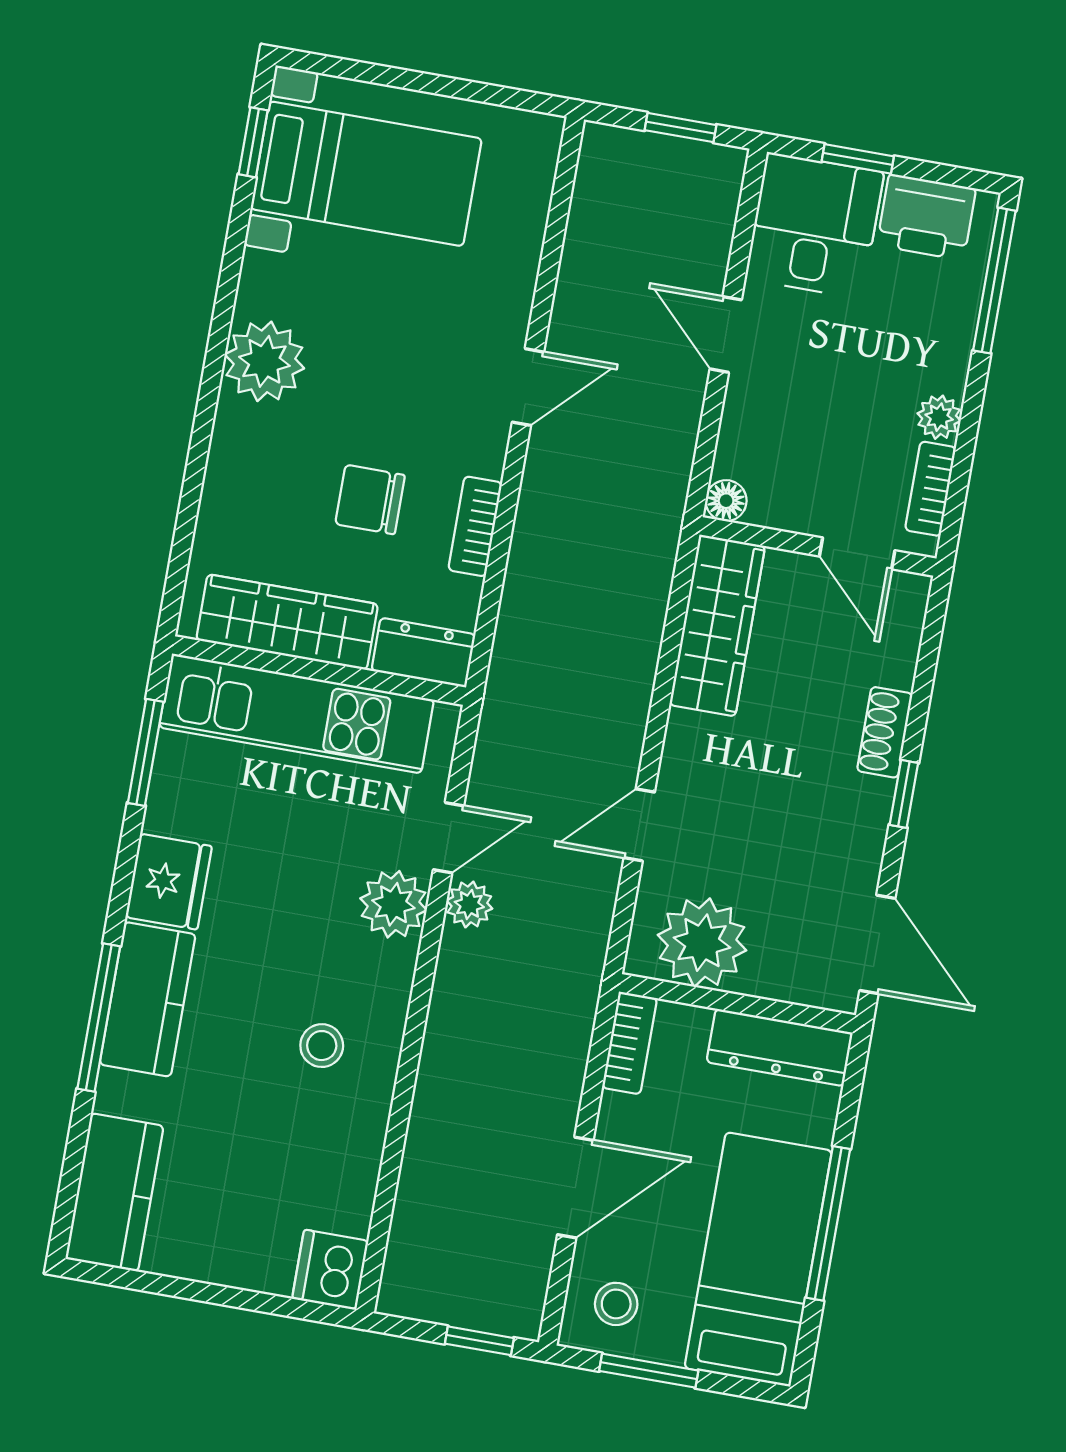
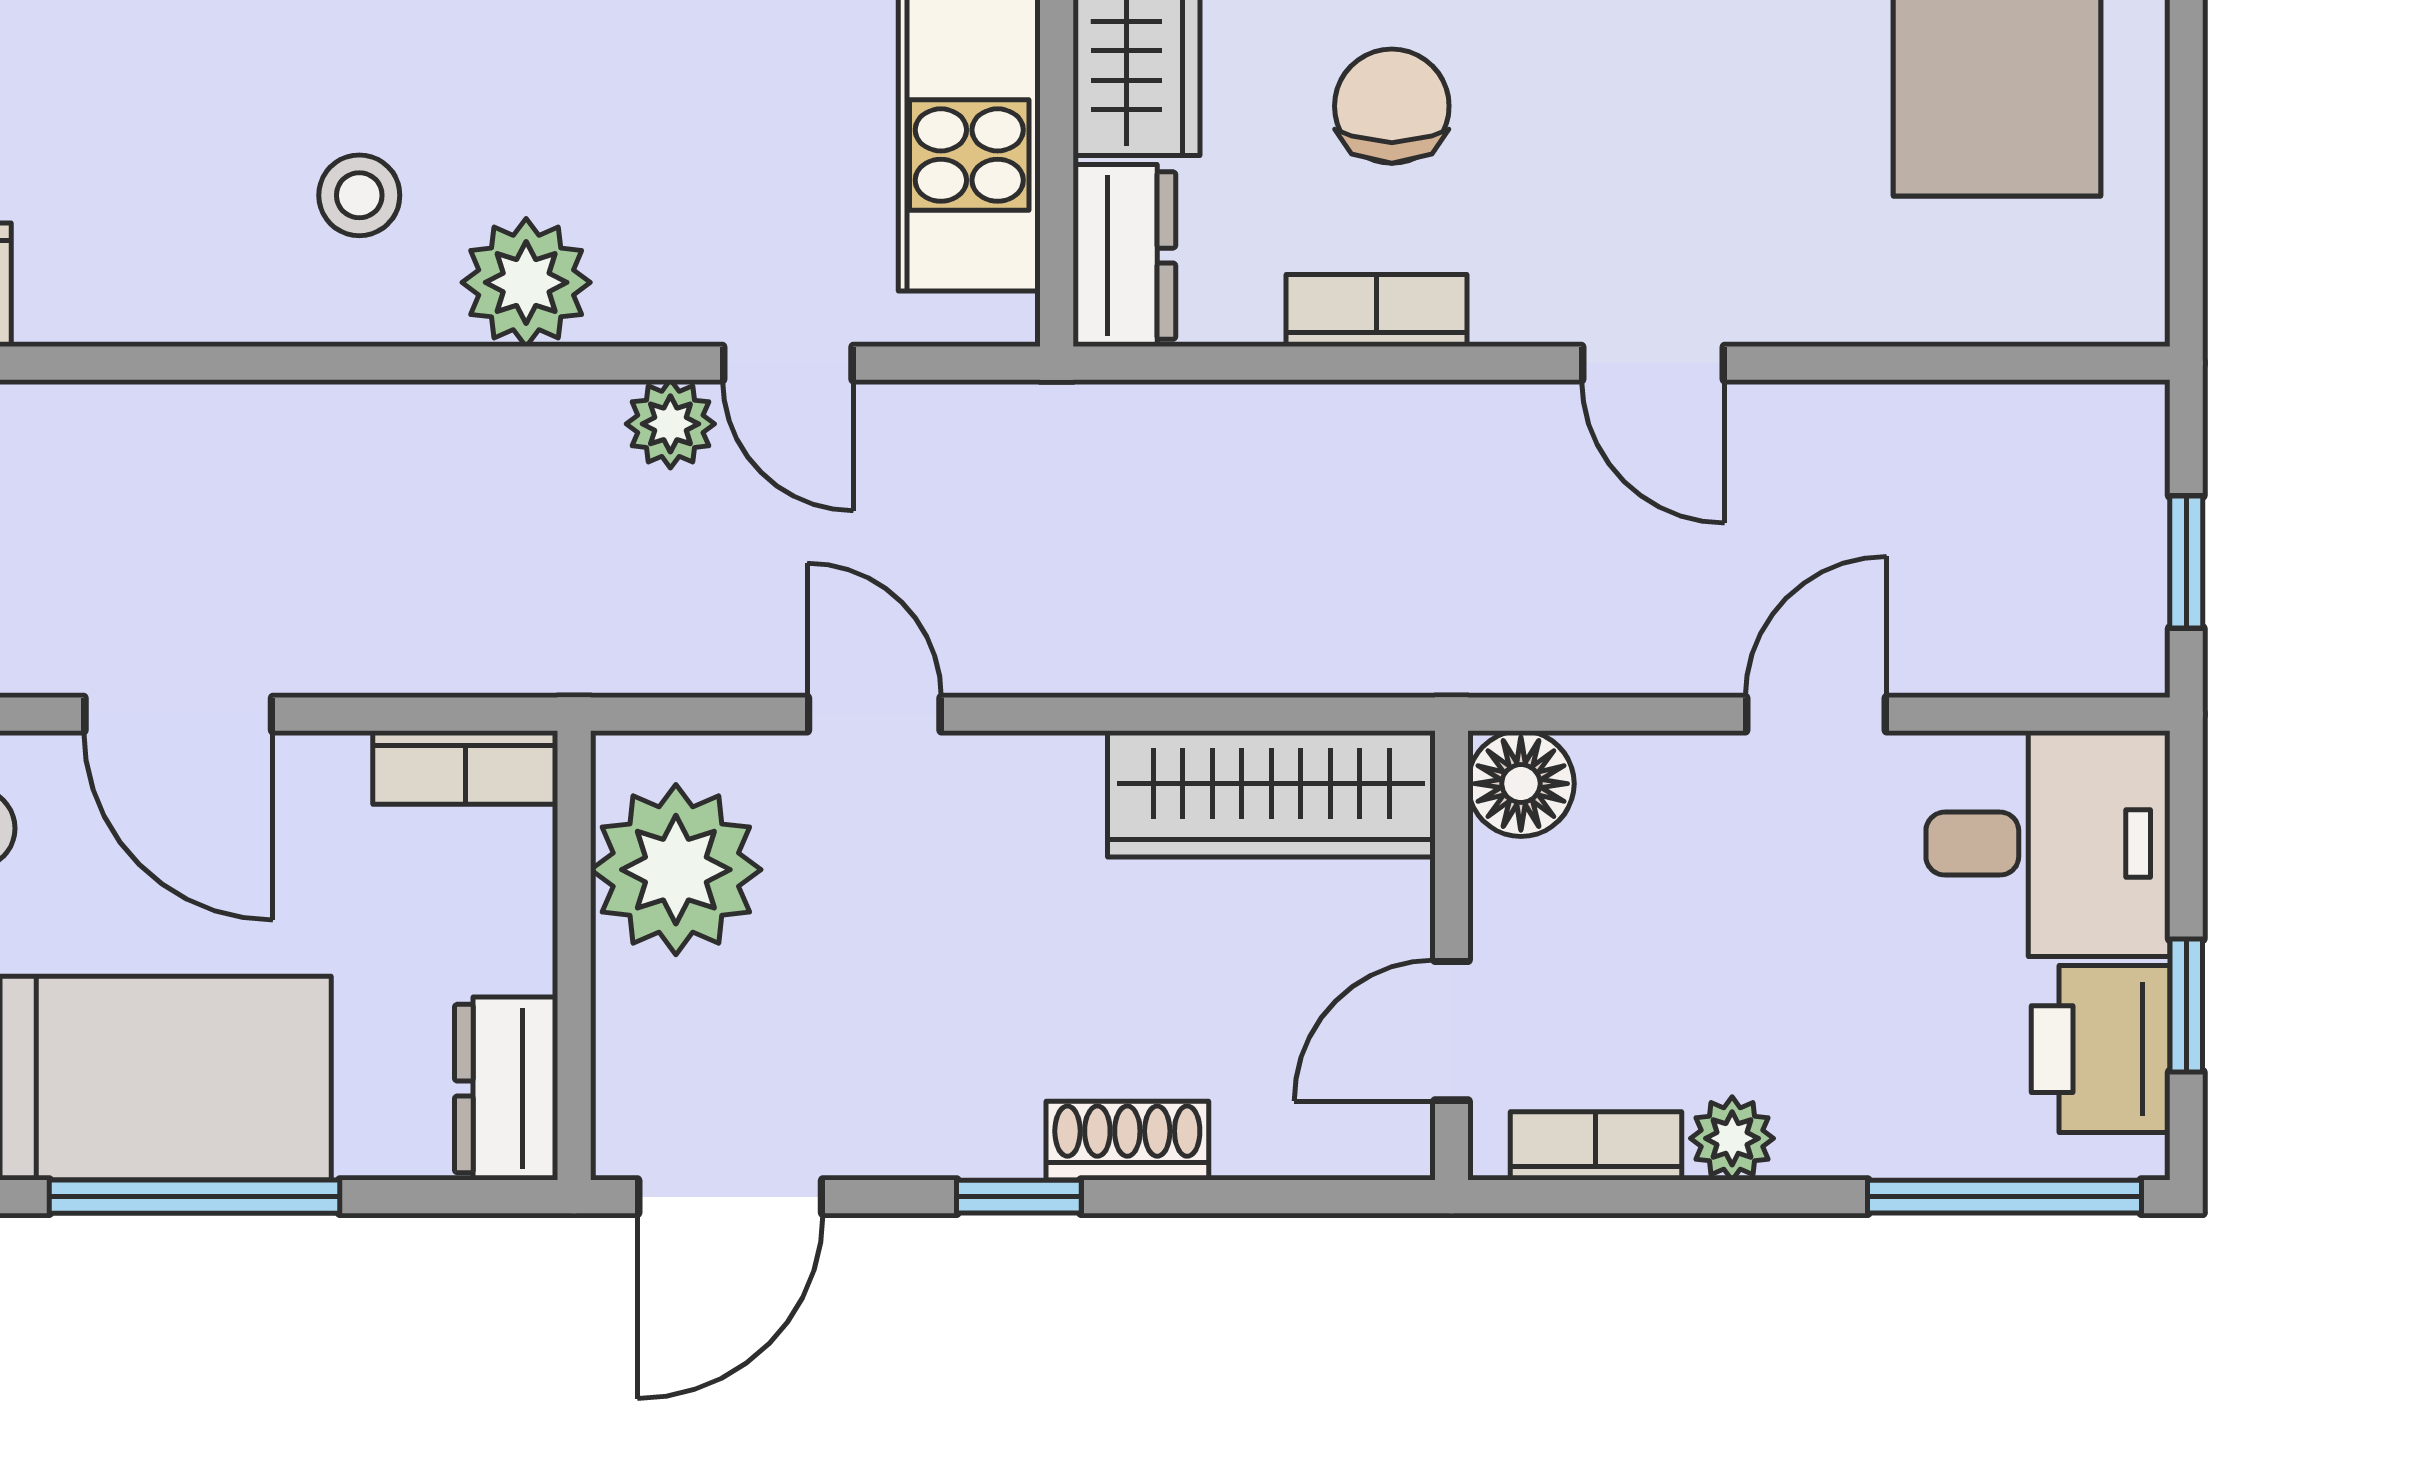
window: (858, 159) -> (2186, 1006), moved
floor lamp: (726, 501) -> (1521, 784), width x1.37, depth x1.37
plant: (393, 904) -> (526, 282), moved
dresser: (780, 1047) -> (506, 1089), width x0.70

